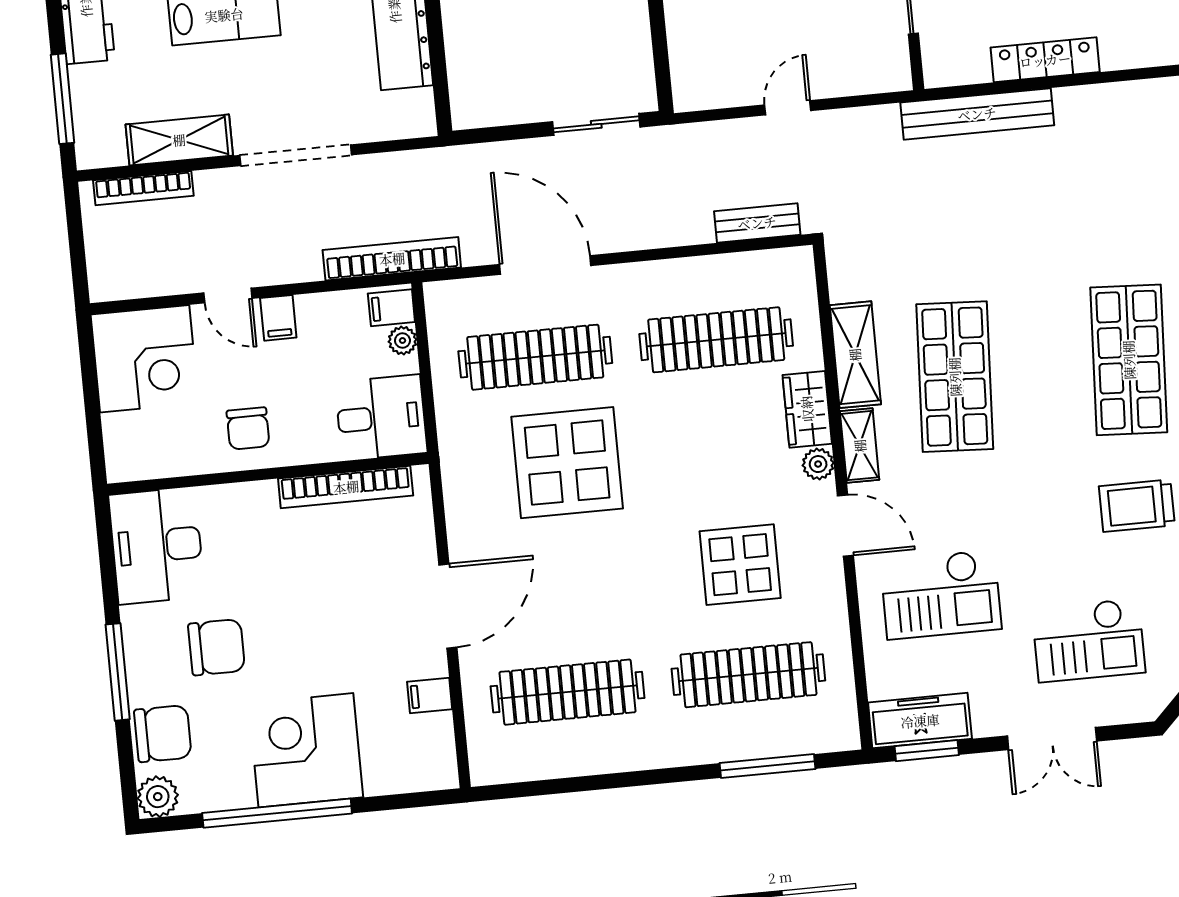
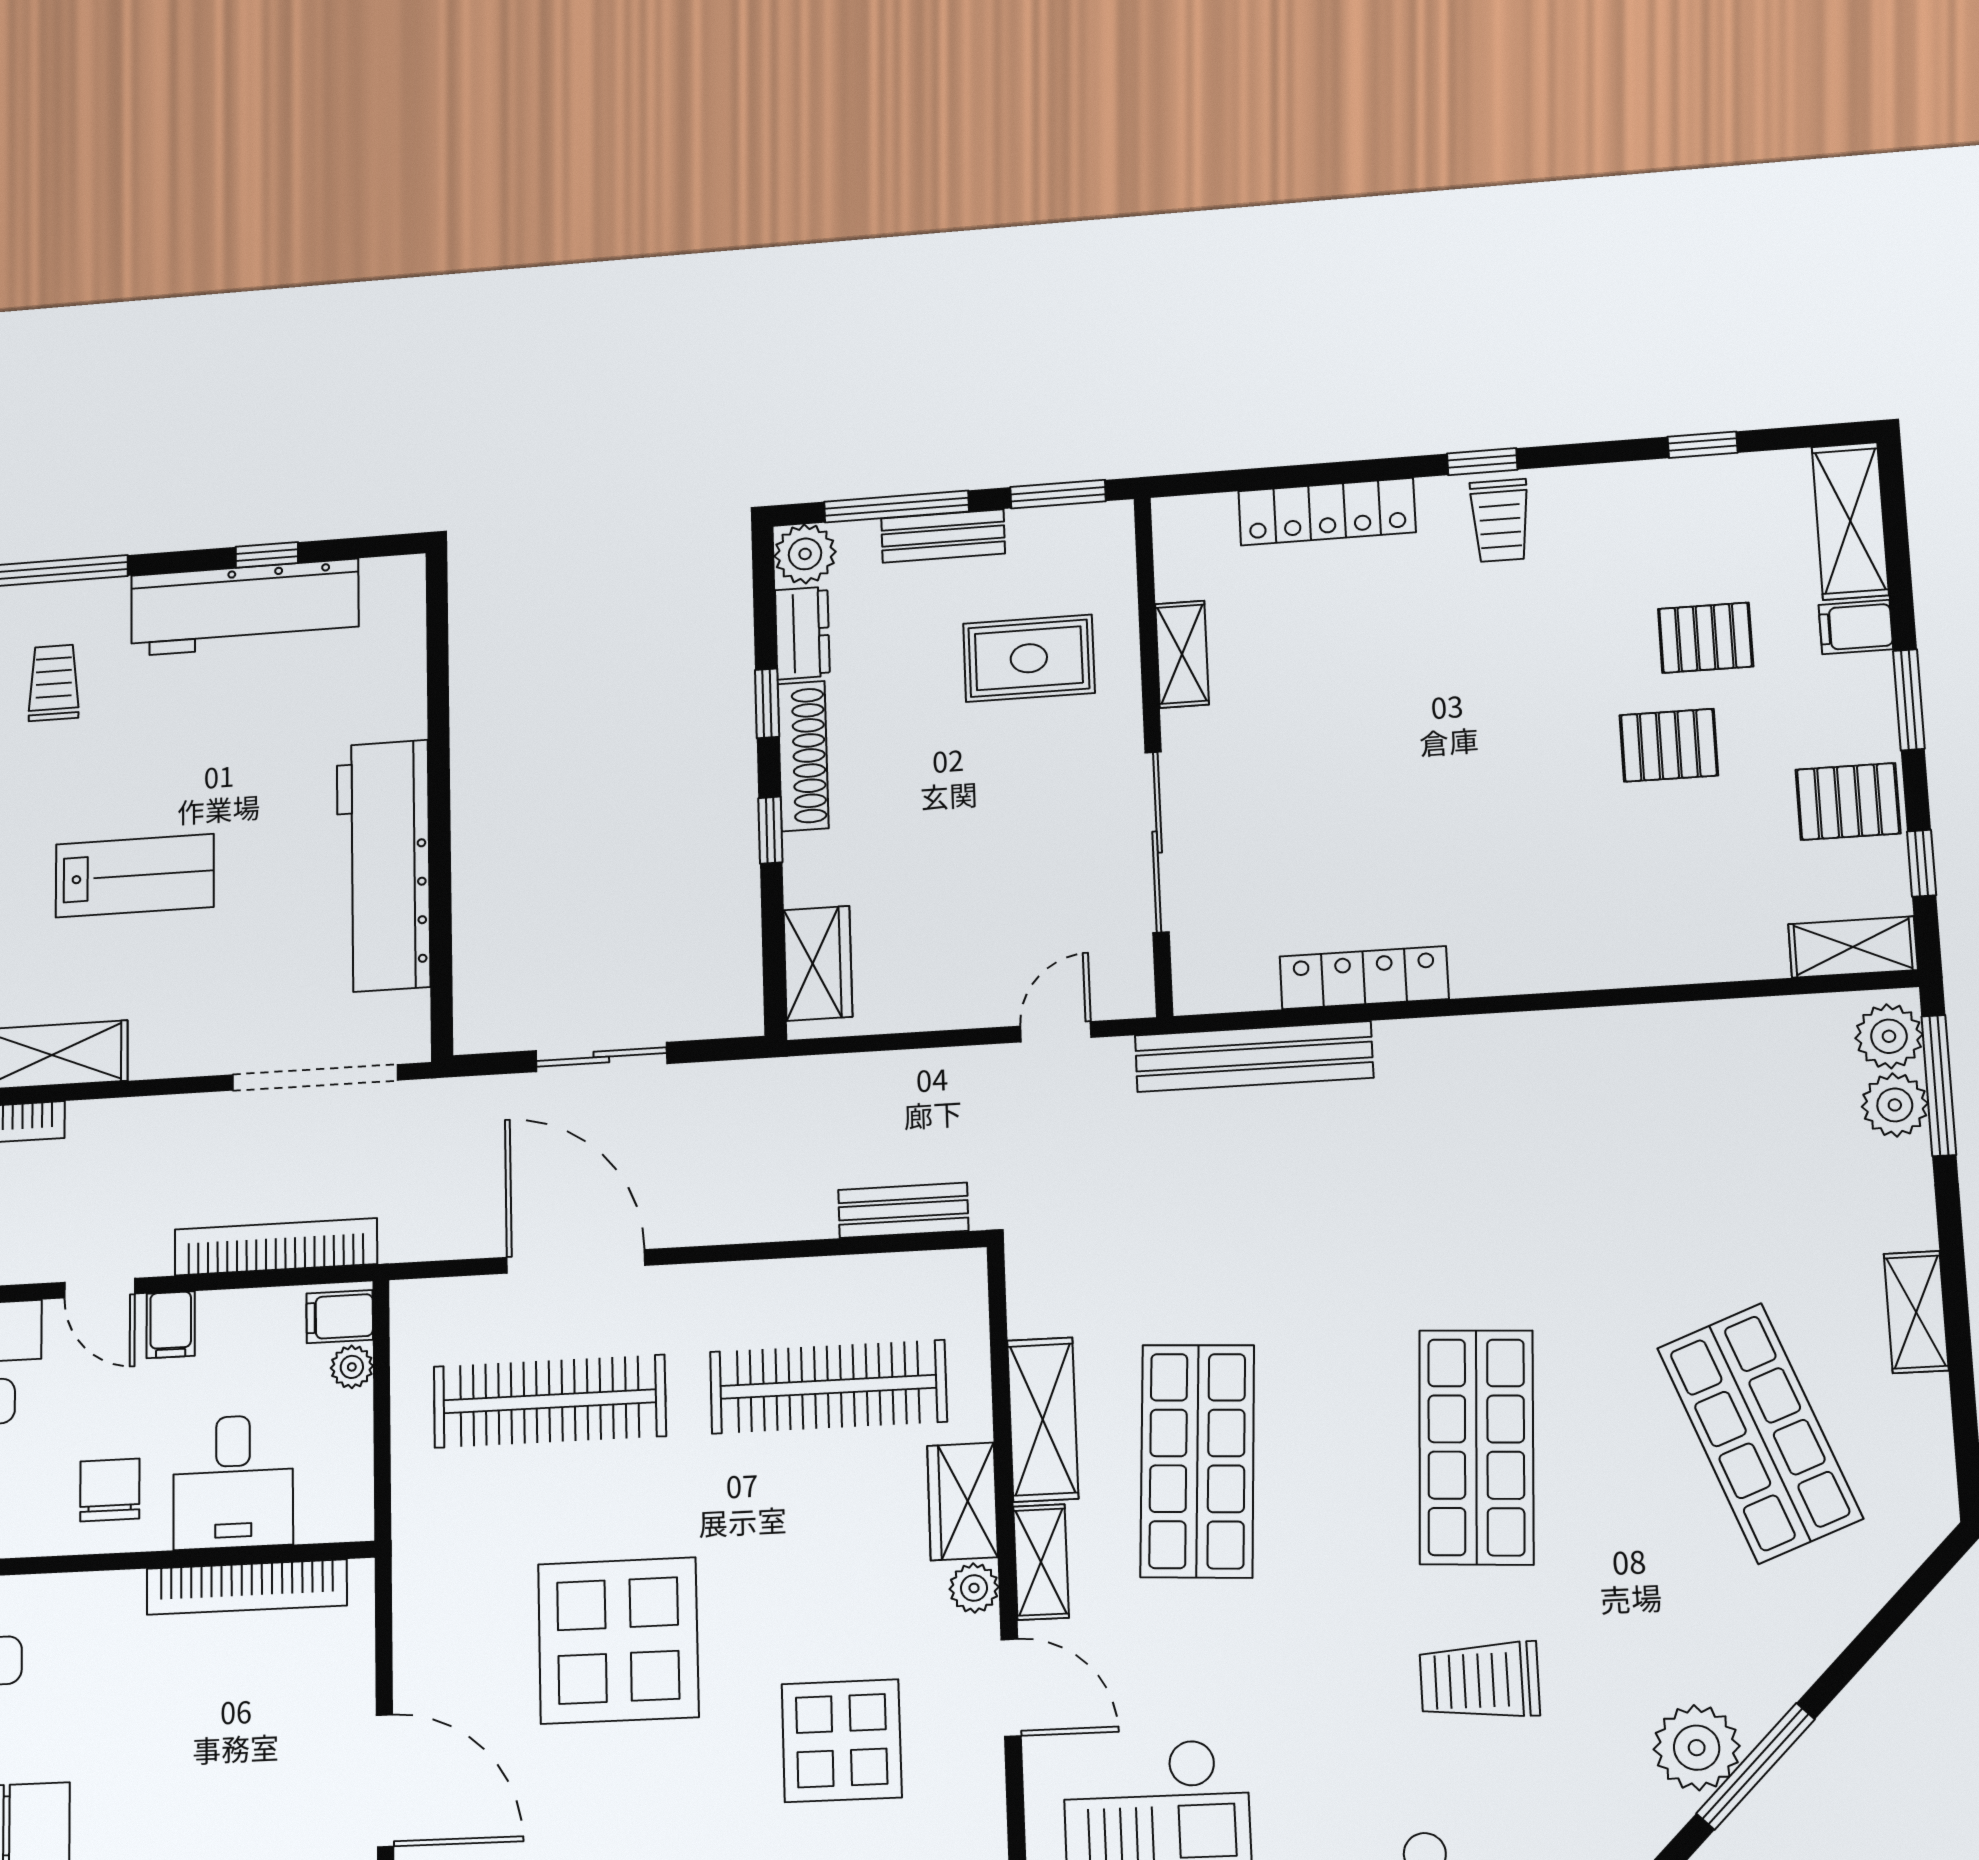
wardrobe: (690, 61) -> (818, 963), added
door: (788, 108) -> (1056, 1032), moved
sliding door: (596, 124) -> (601, 1057), moved
doorway: (296, 155) -> (315, 1077), moved
bookcase: (392, 259) -> (276, 1247), moved
desk: (381, 417) -> (233, 1482), moved, turned 90
chair: (248, 428) -> (110, 1490), turned 180
display table: (567, 463) -> (618, 1641), moved
door: (448, 606) -> (385, 1781), hinge flipped

